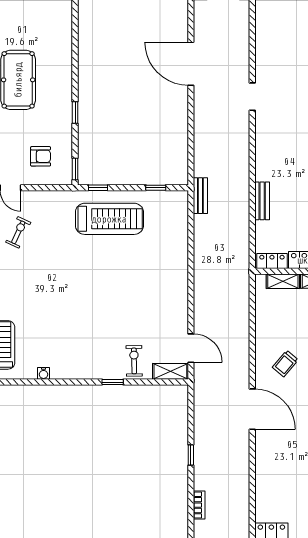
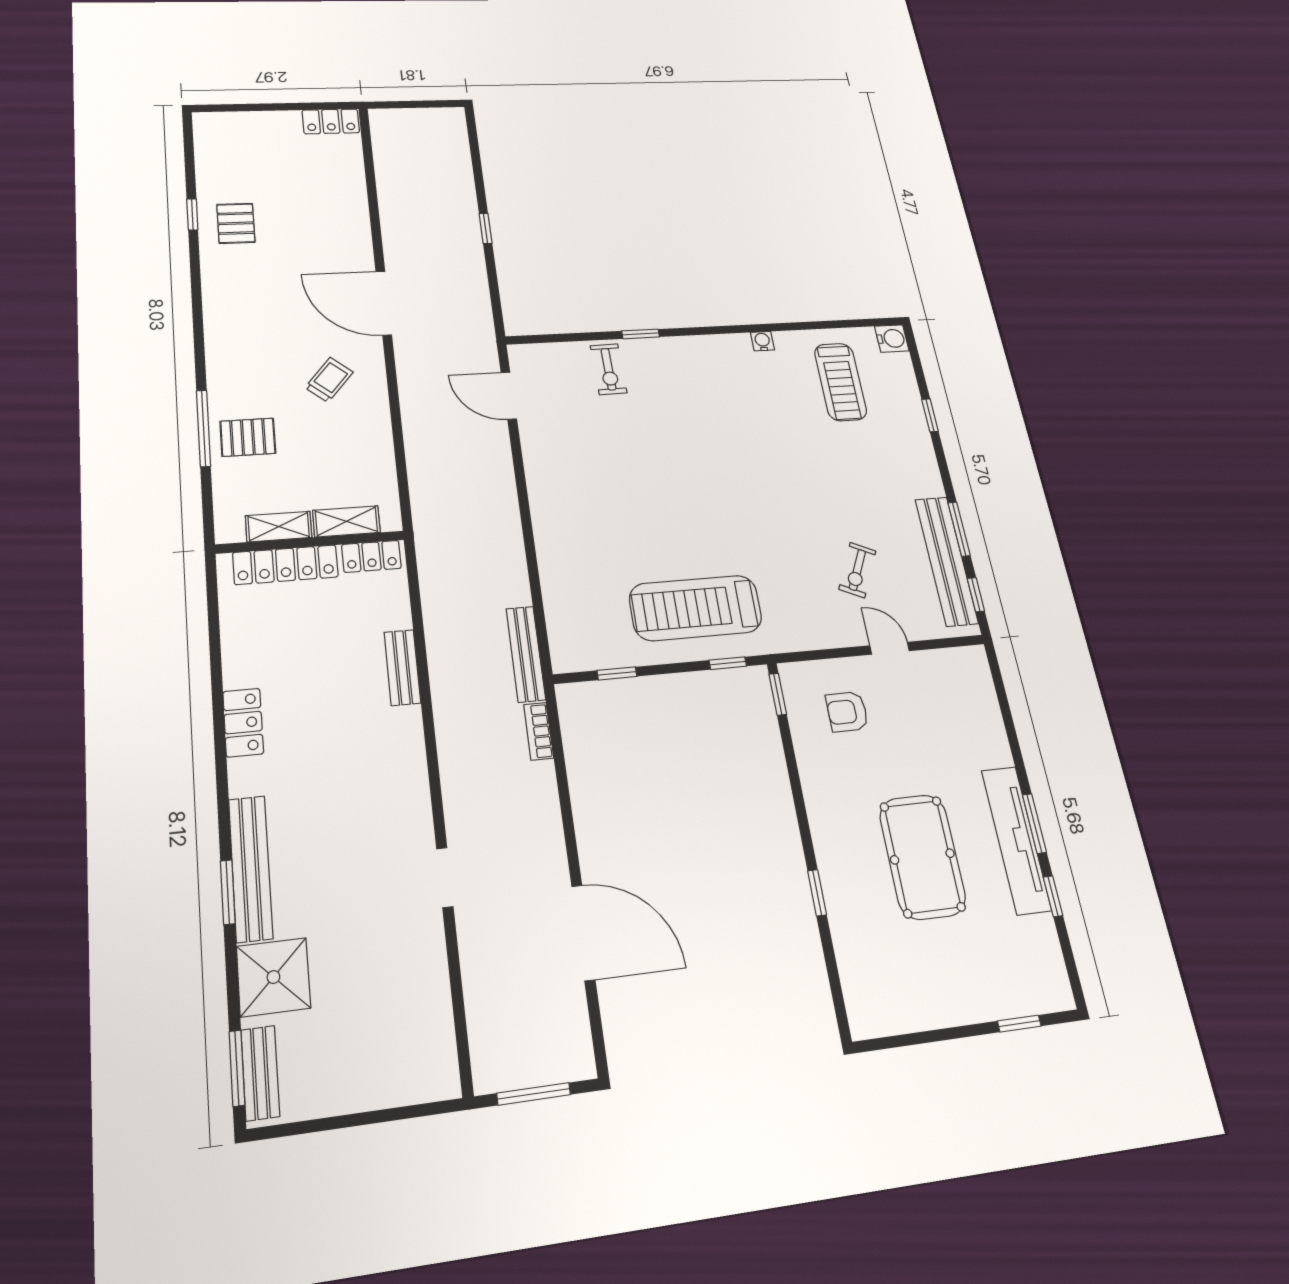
window: (75, 112) -> (817, 893), moved
bench: (200, 196) -> (526, 654), width x1.36
shelving: (170, 371) -> (541, 356), removed
bookcase: (199, 505) -> (539, 731), moved

